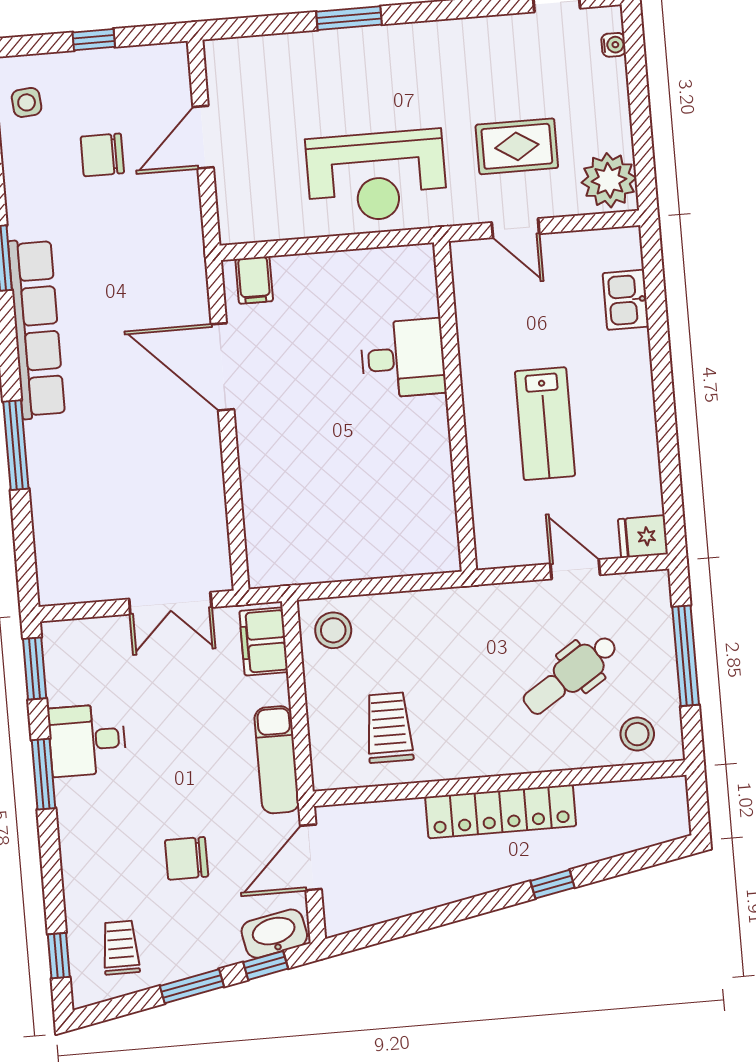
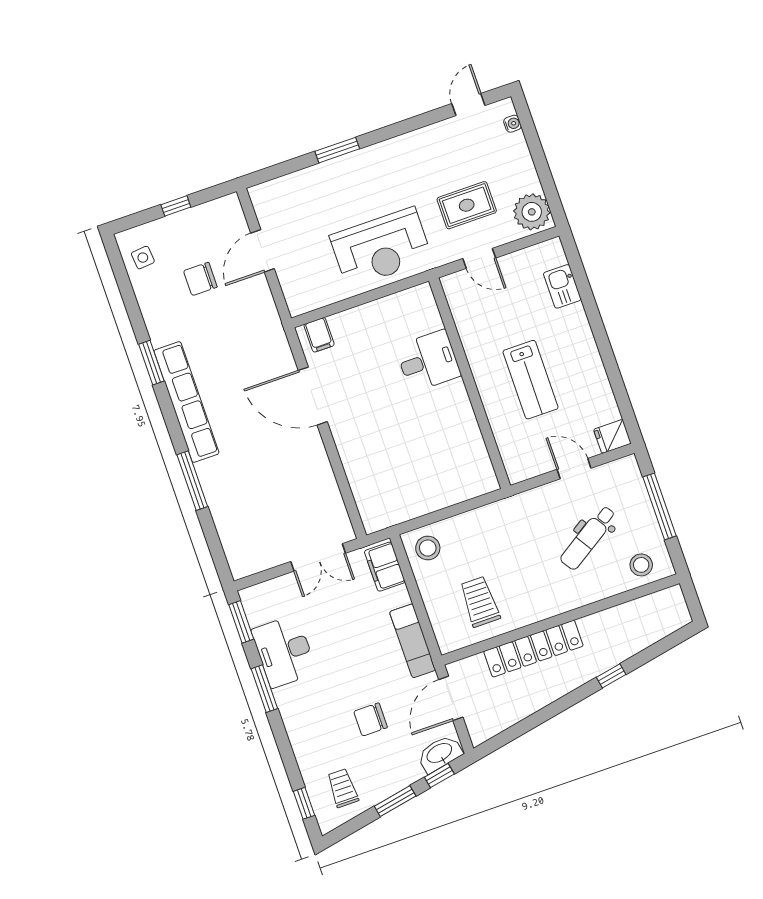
desk: (87, 740) -> (284, 651), width x1.37
locker: (501, 811) -> (533, 649), moved

